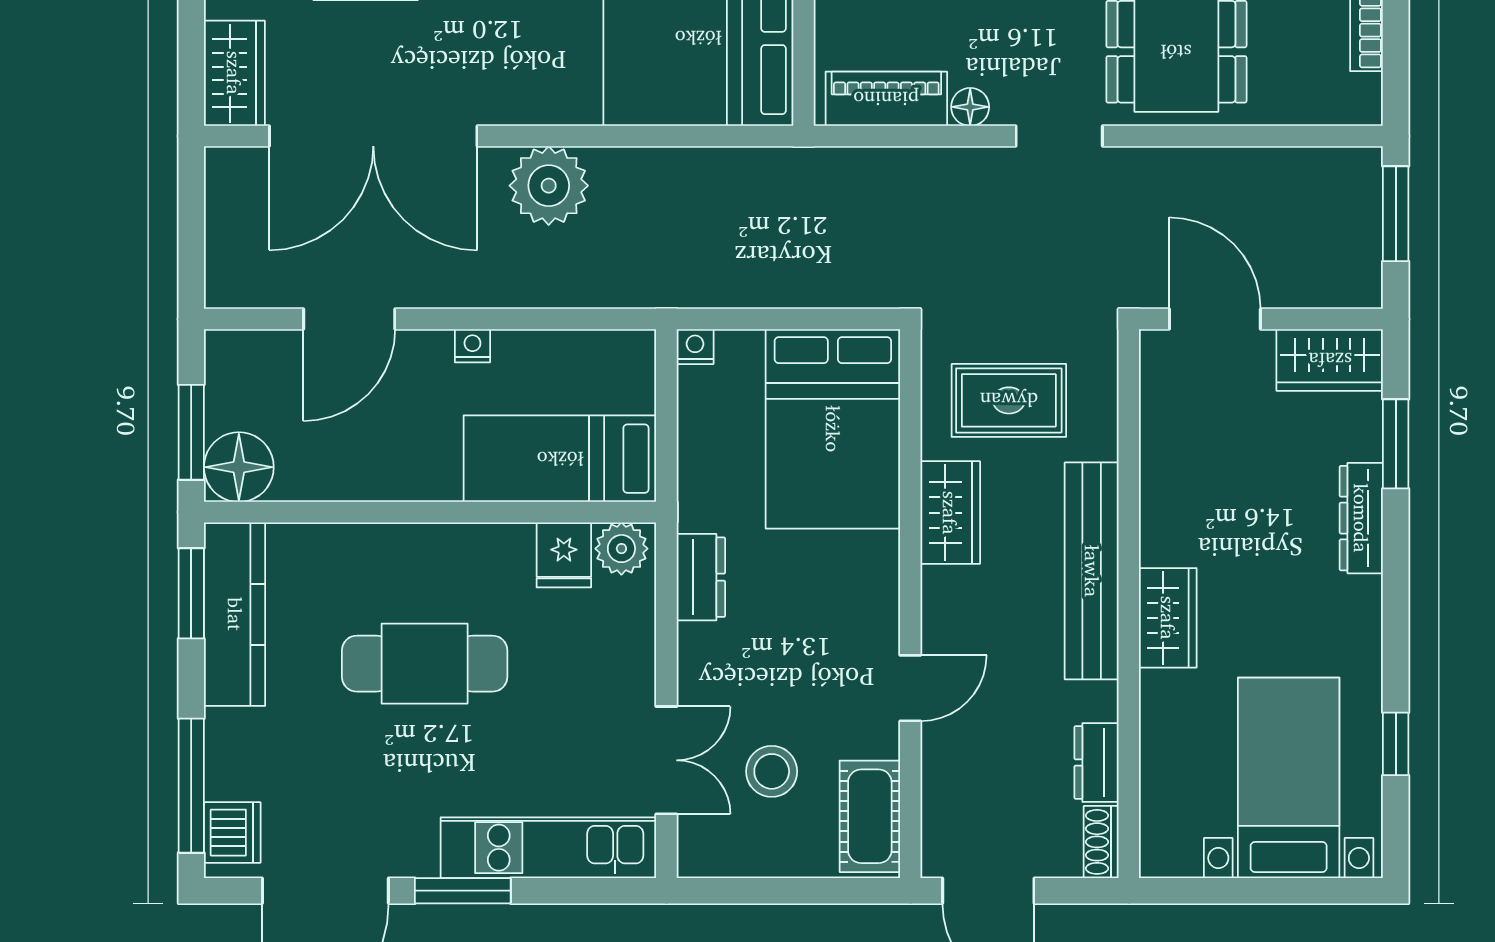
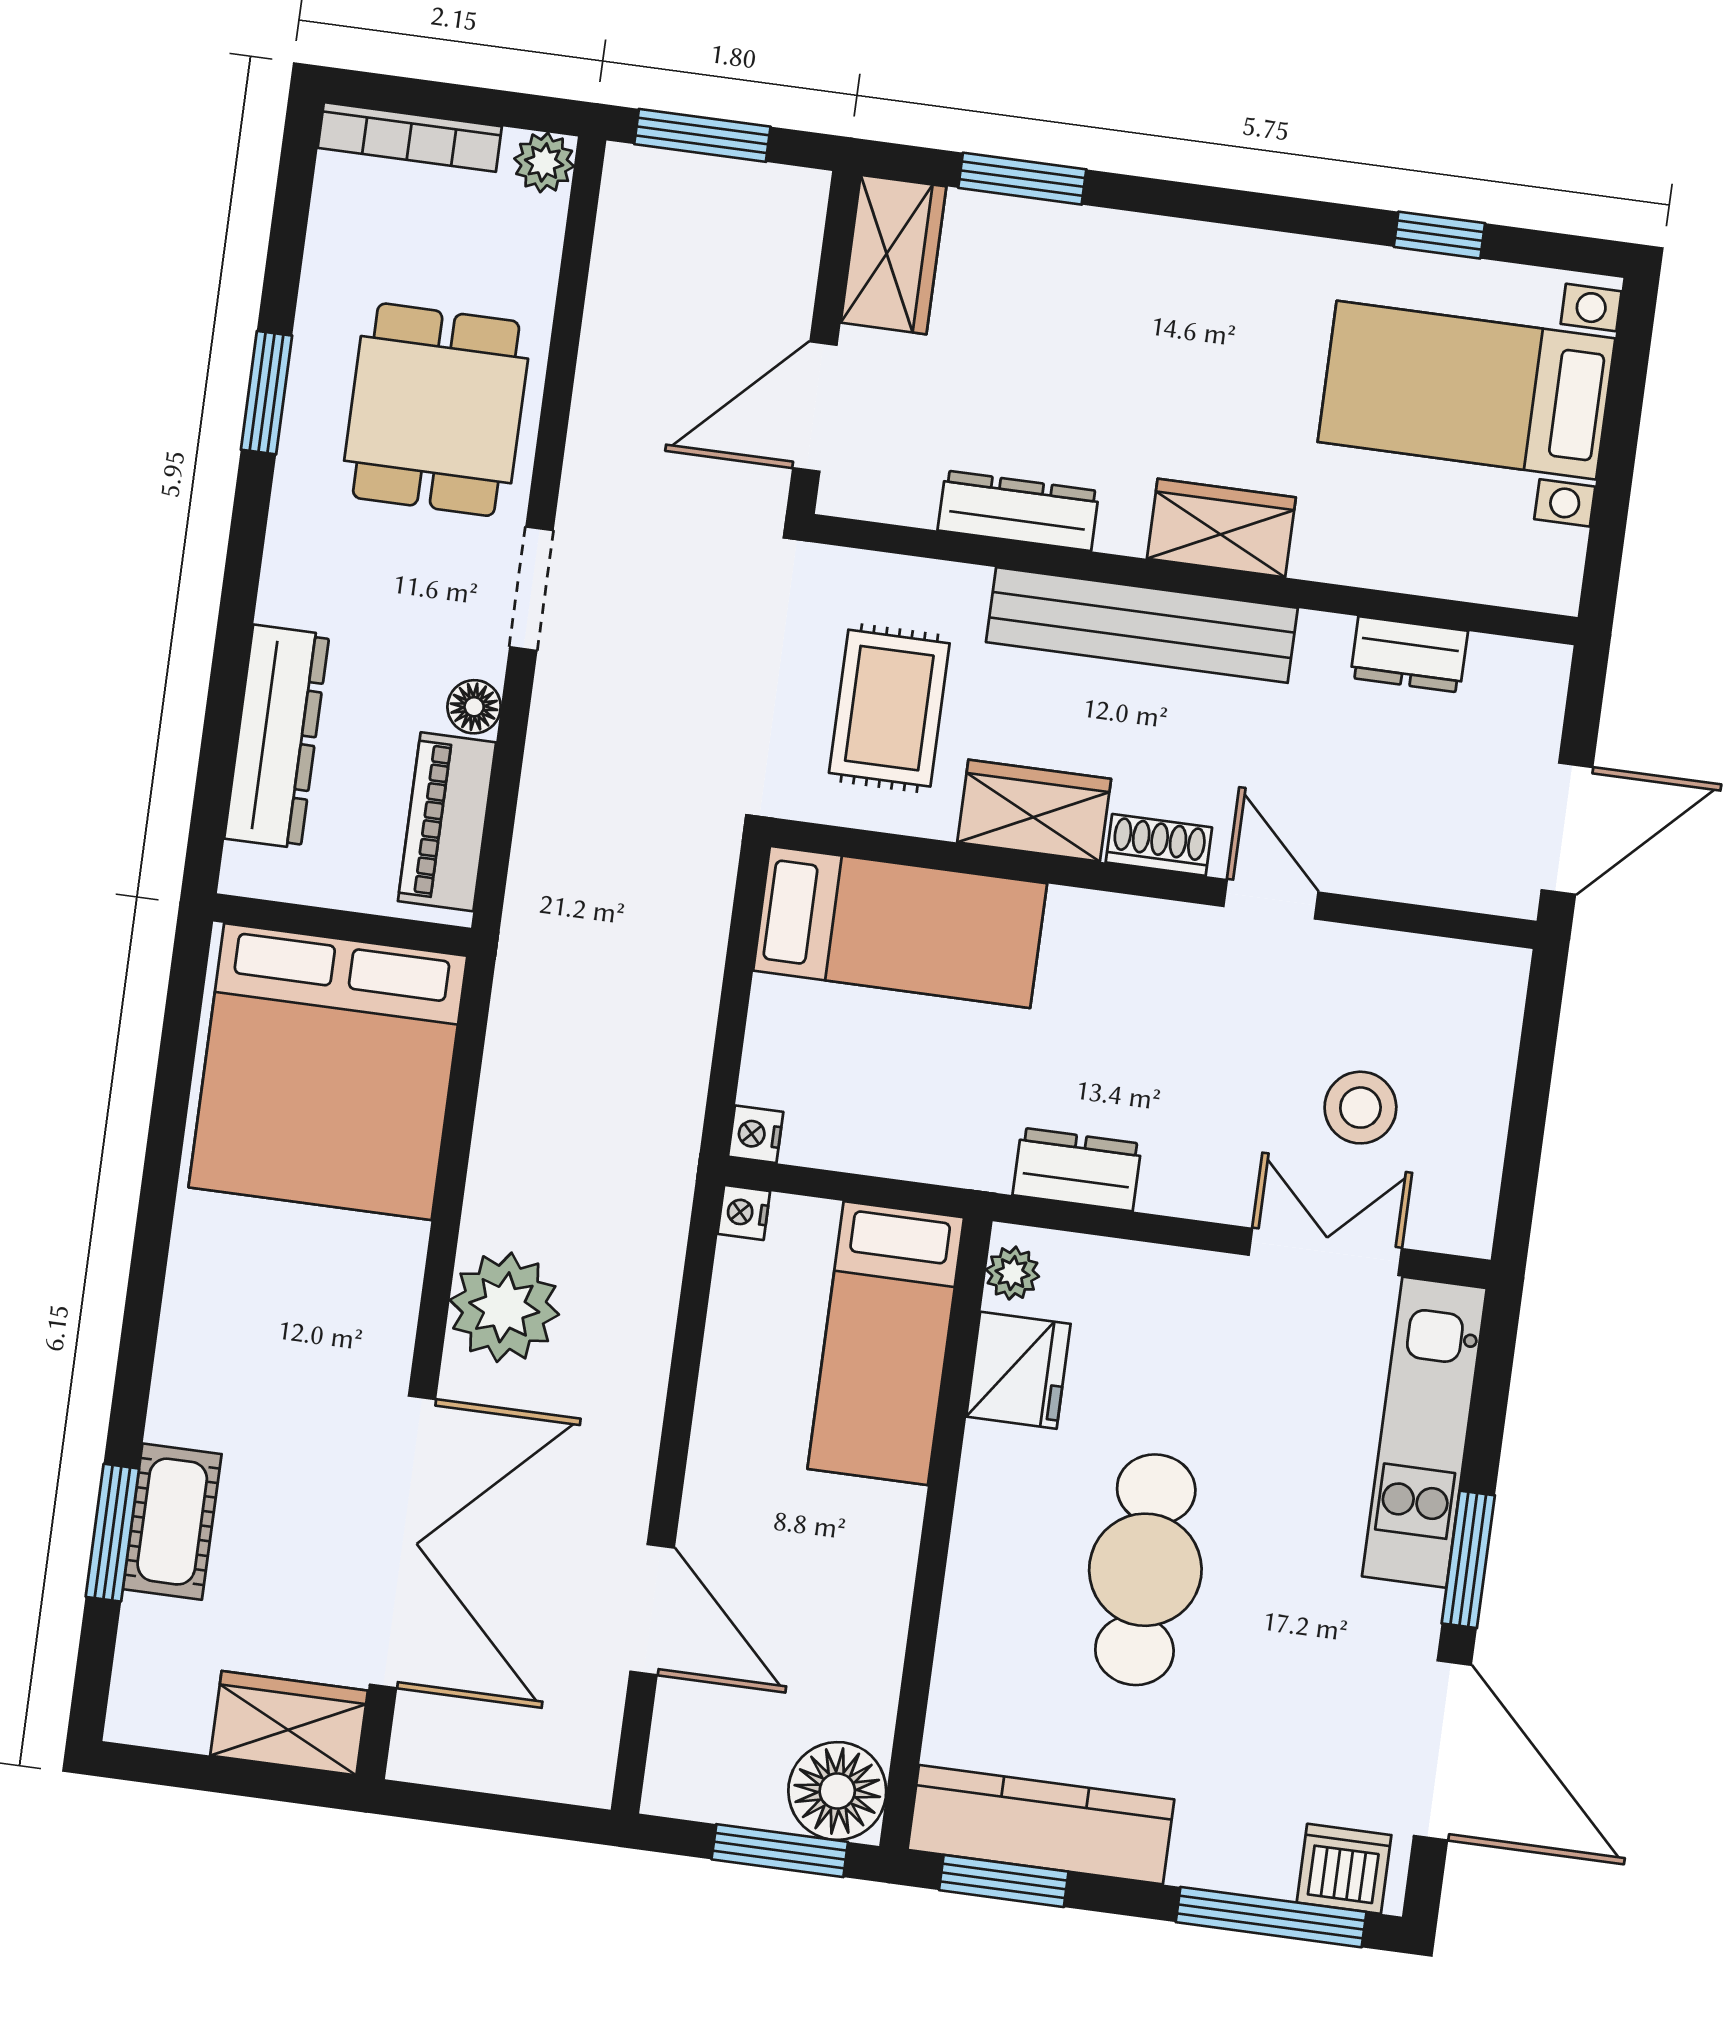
plant: (1361, 104) -> (544, 162), added
nightstand: (472, 346) -> (744, 1212), moved
bed: (833, 429) -> (900, 927), width x0.67
dresser: (1361, 518) -> (1018, 511), moved, turned 180
plant: (621, 549) -> (1012, 1273), width x0.73, depth x0.73
fridge: (564, 555) -> (1018, 1370), width x1.38
cot: (870, 816) -> (1441, 980), removed
shoe rack: (1101, 842) -> (1159, 845), moved, turned 180

